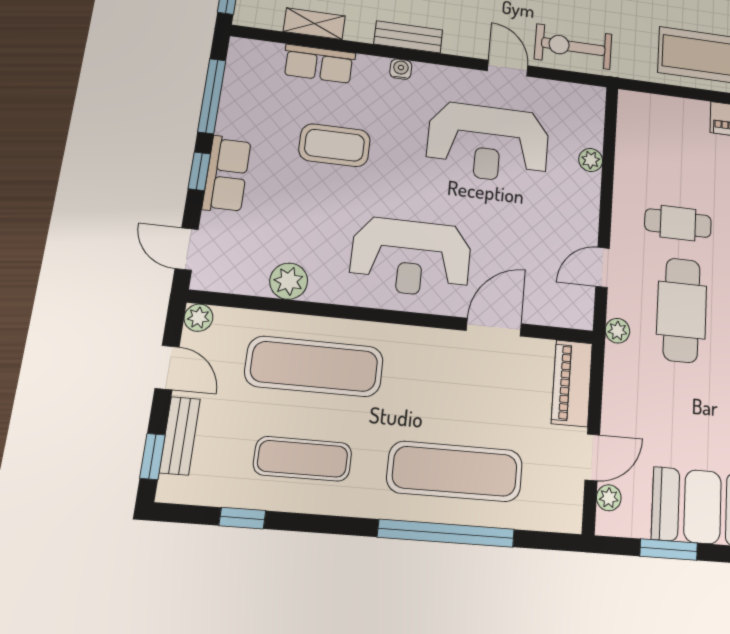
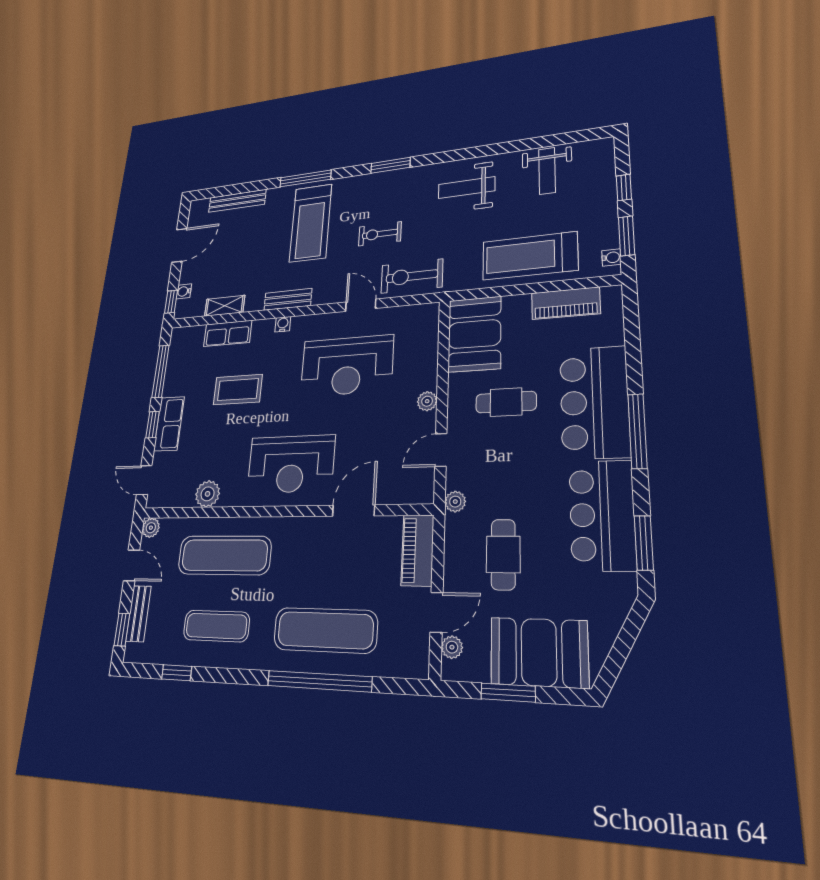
booth: (646, 136) -> (475, 334), added
plant: (591, 160) -> (427, 401), moved
cafe table: (682, 310) -> (503, 554), moved, width x0.73, depth x0.74

